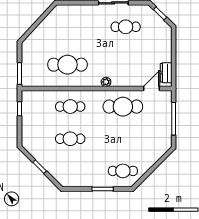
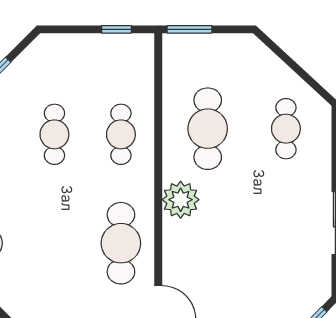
cafe table: (126, 27) -> (286, 129), moved
plant: (106, 82) -> (181, 200), width x1.88, depth x1.88

